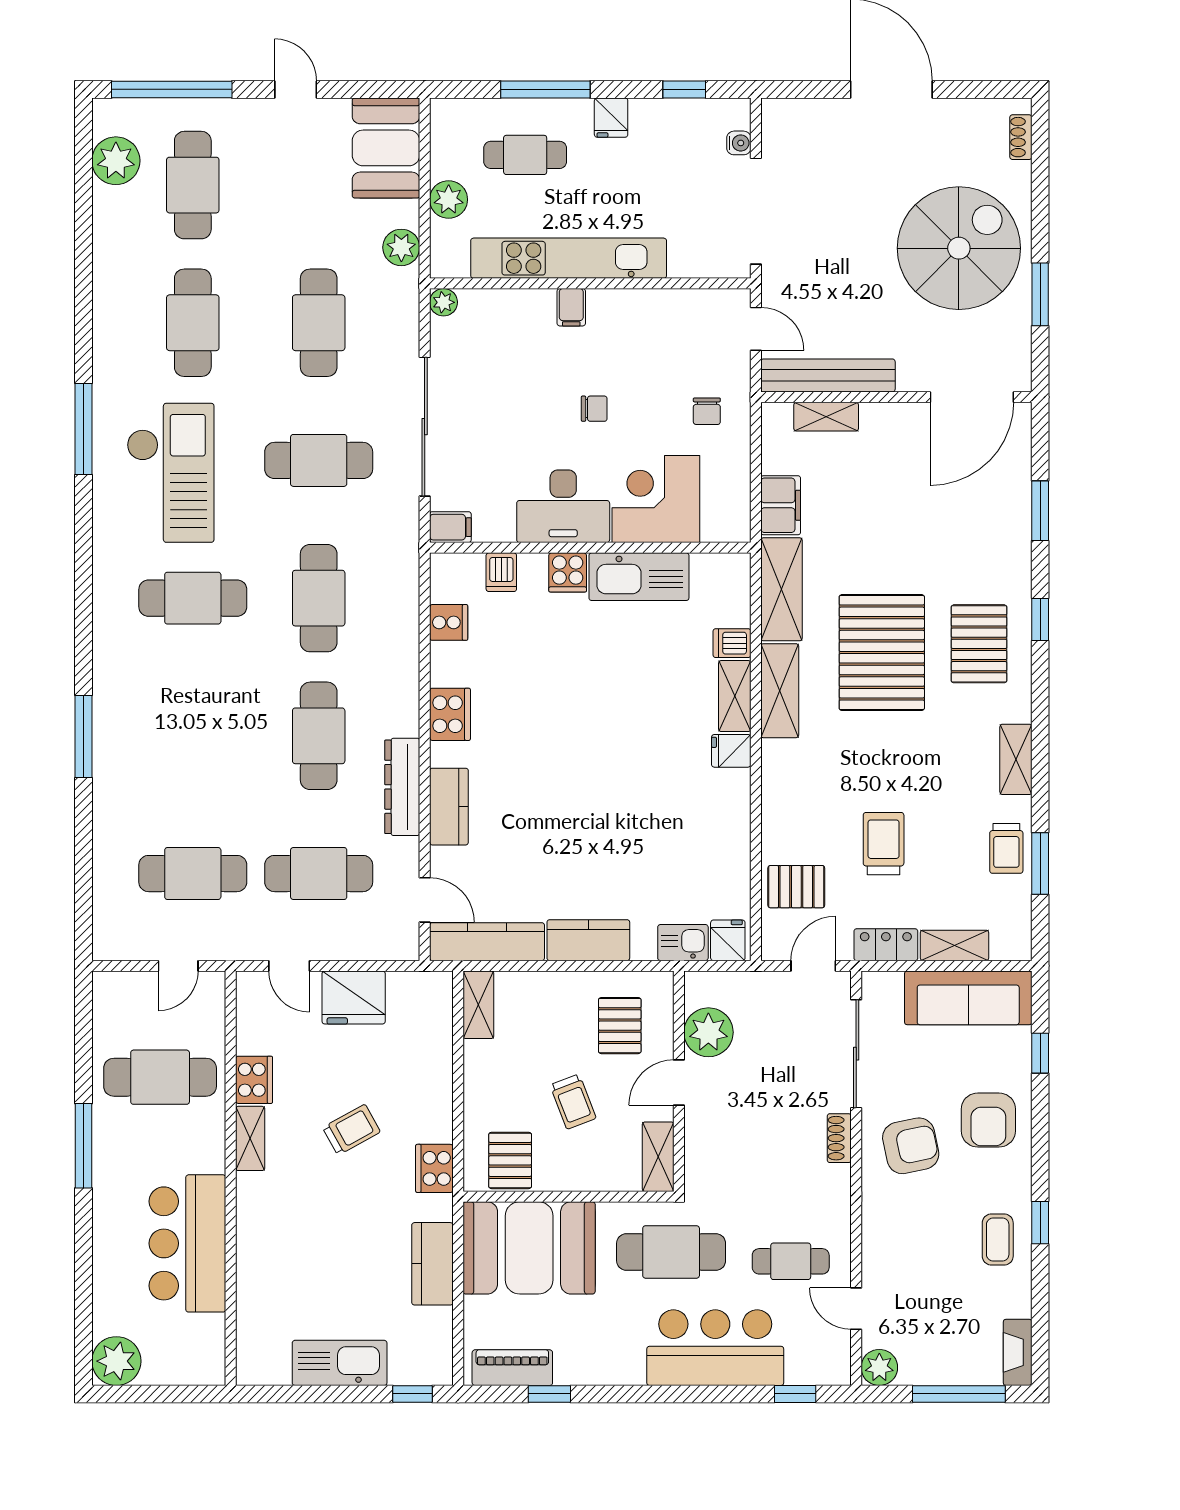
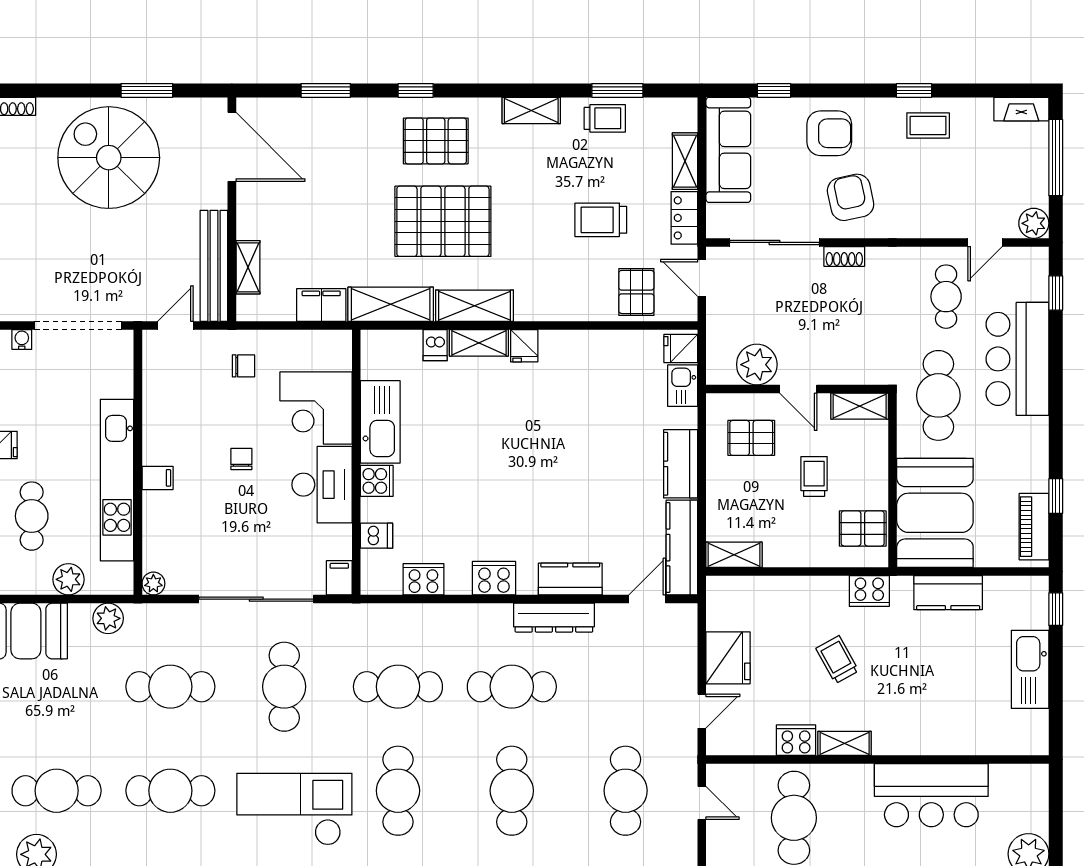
cooker: (449, 622) -> (423, 579), width x1.36
cafe table: (319, 874) -> (512, 791), moved
trolley: (573, 1102) -> (814, 476), turned -69

